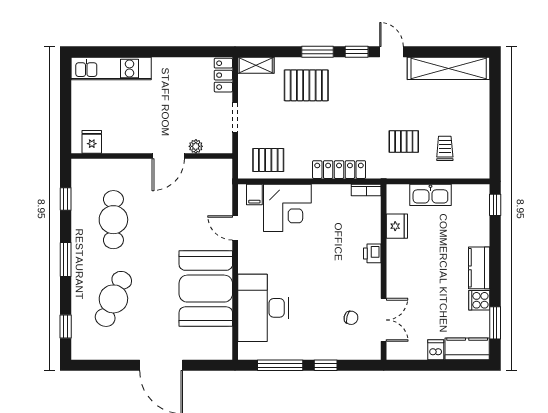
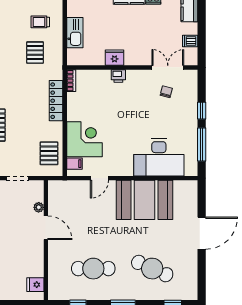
fridge: (397, 226) -> (115, 58), moved
dishwasher: (436, 350) -> (190, 41), moved

